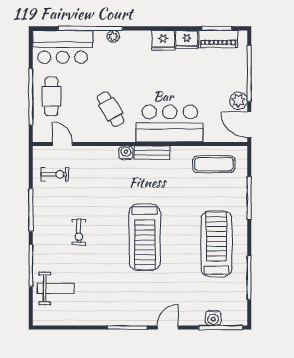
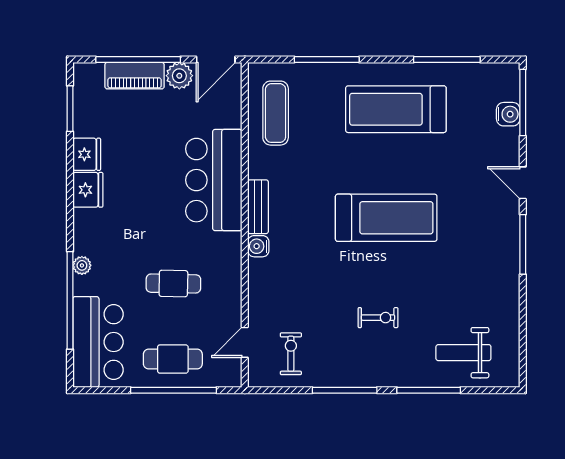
piano: (218, 39) -> (135, 76), moved, turned 90
cafe table: (111, 109) -> (173, 284), moved, turned 31
weight bench: (56, 288) -> (463, 353), turned -90

